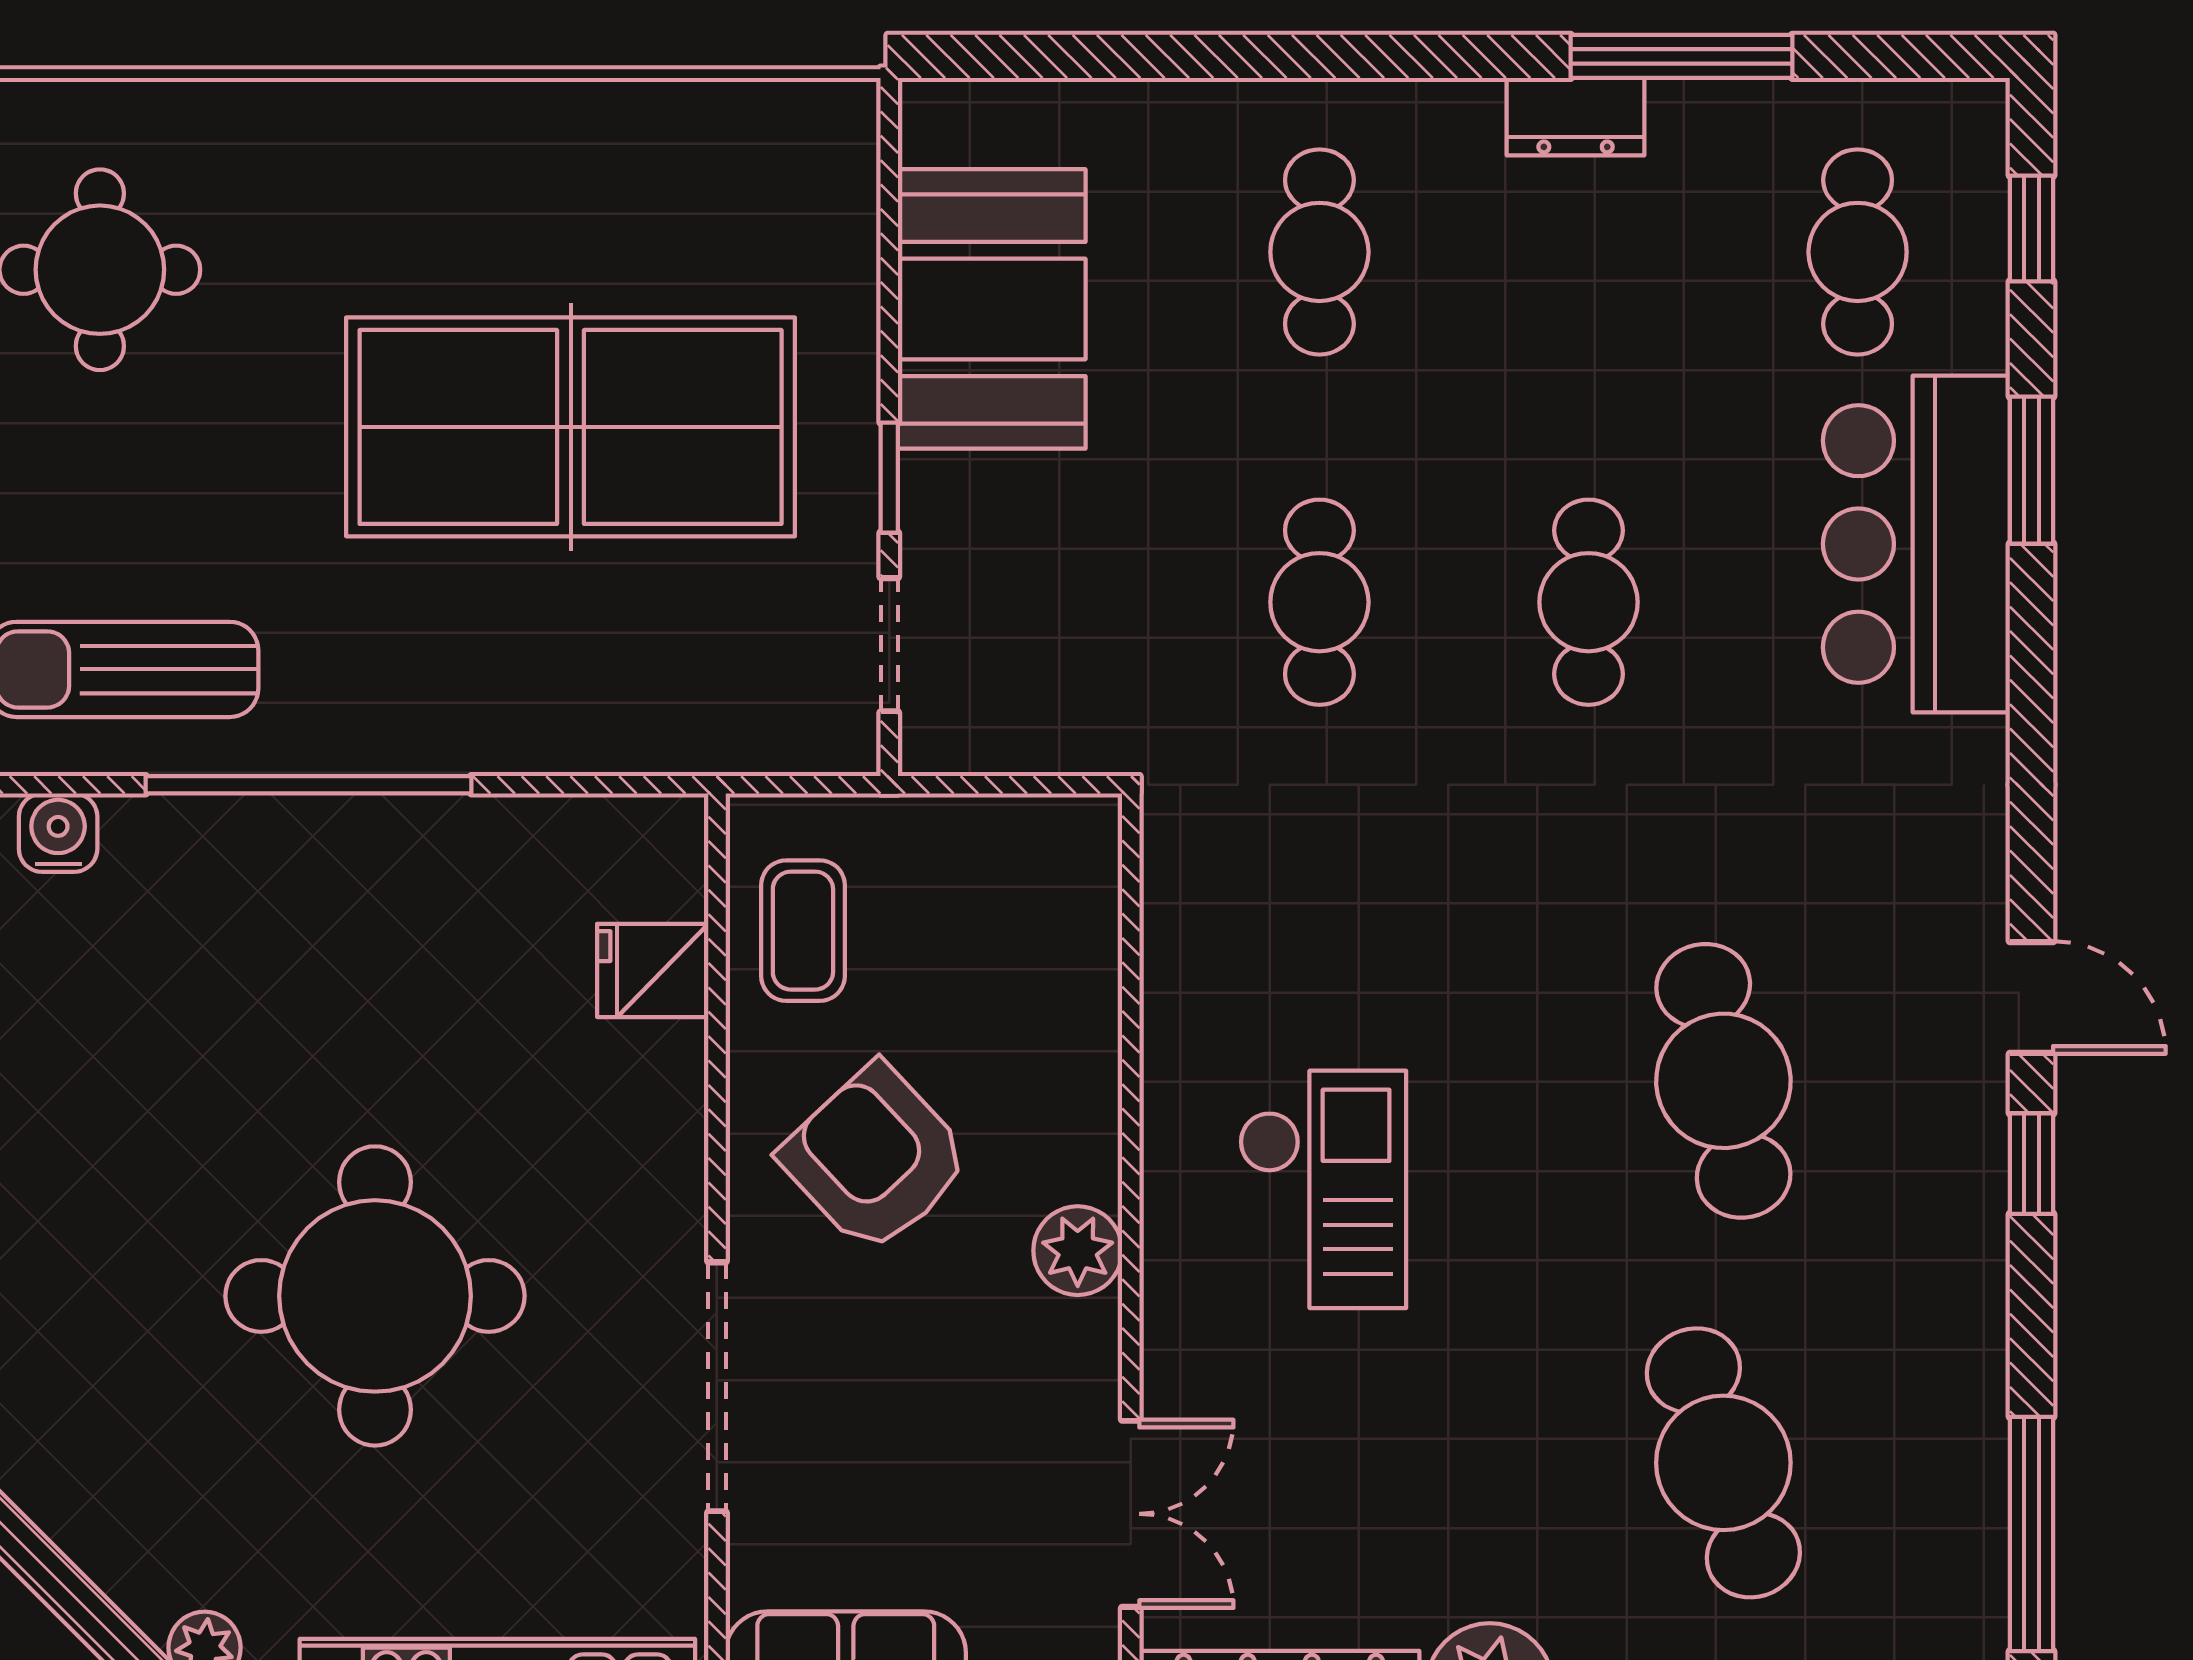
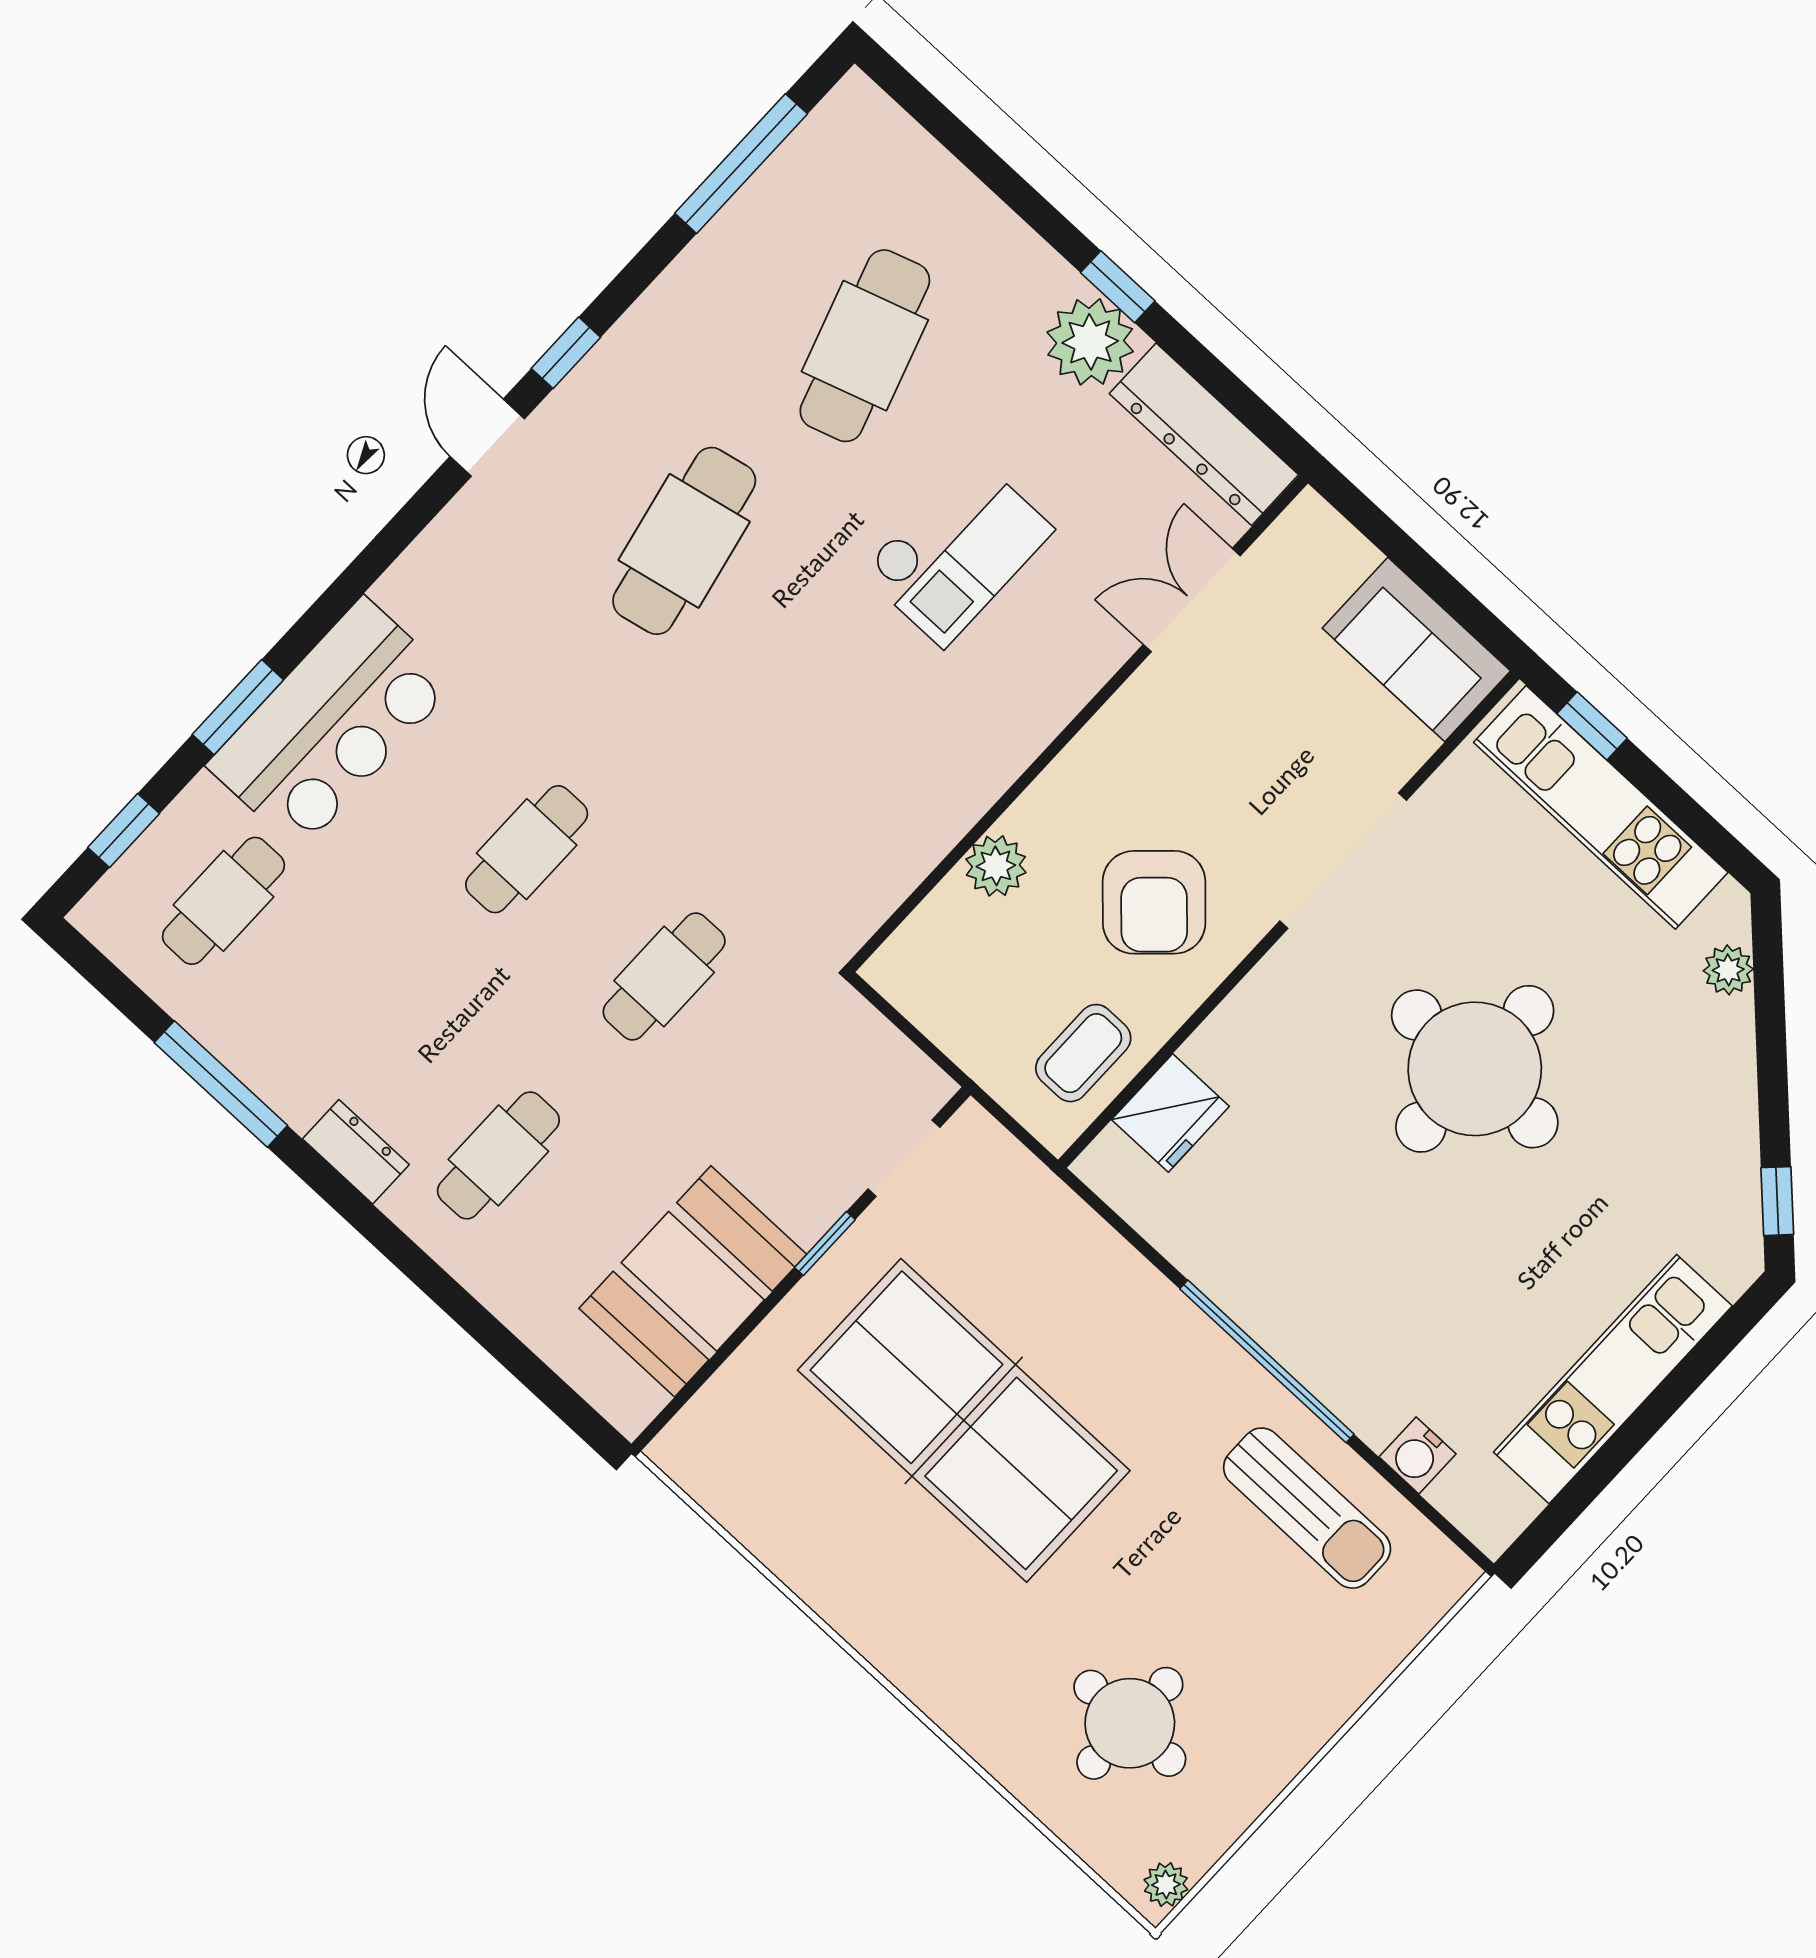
dresser: (1576, 117) -> (356, 1152), moved
fridge: (653, 970) -> (1170, 1113), width x1.38
checkout: (1323, 1189) -> (957, 551), moved, turned 180
plant: (1078, 1251) -> (996, 866), moved

